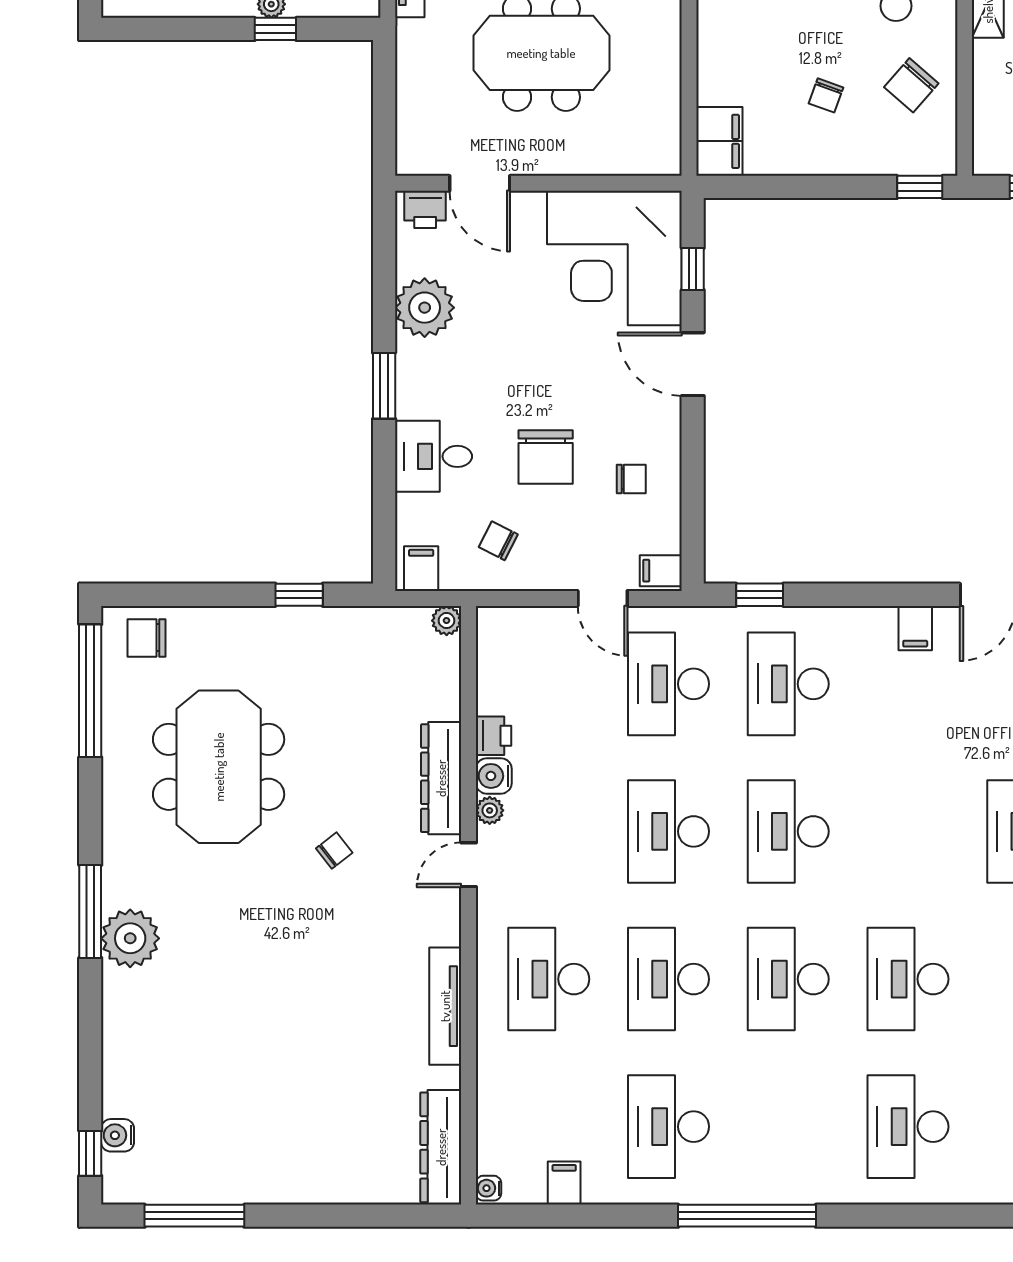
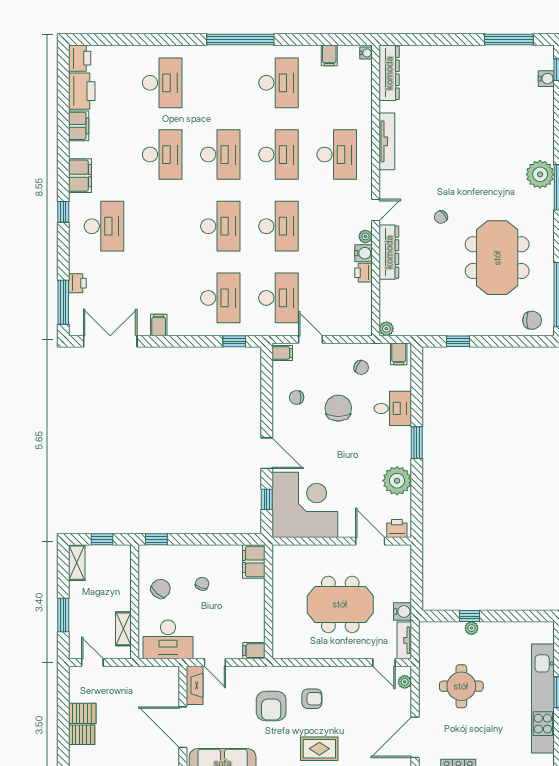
water cooler: (413, 38) -> (403, 611), added

